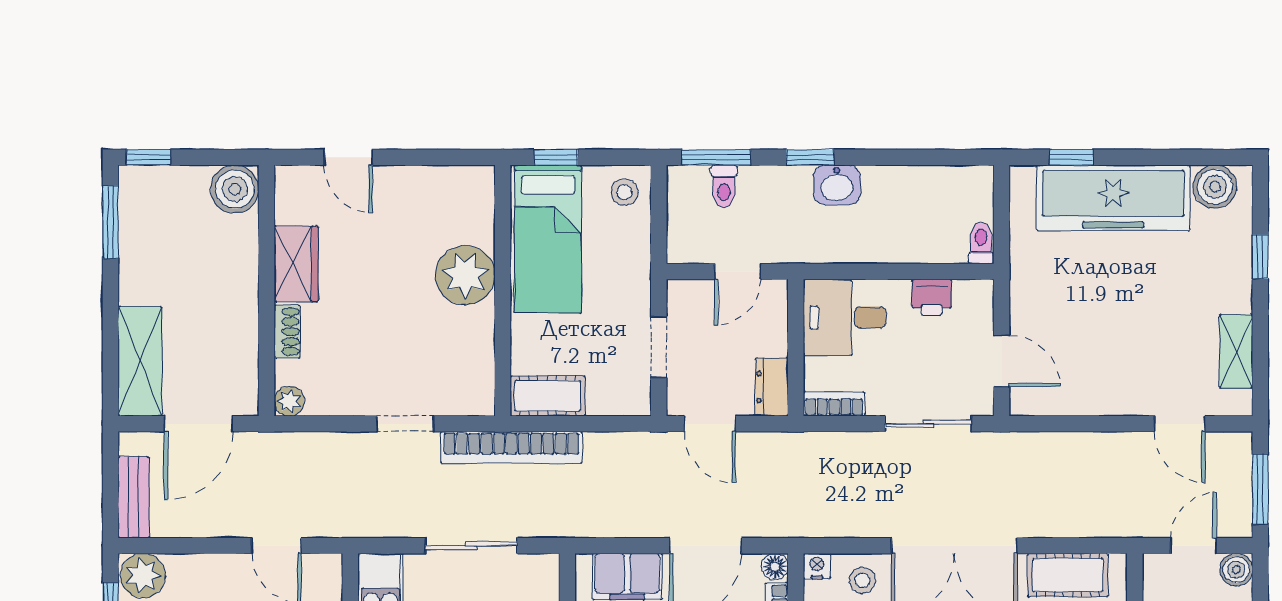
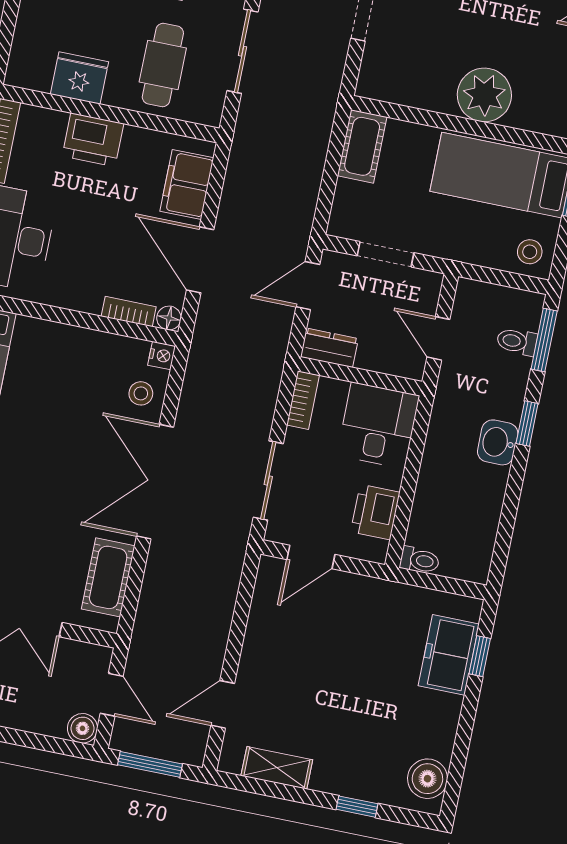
freezer: (1113, 198) -> (449, 655), width x0.52, depth x0.79
printer: (932, 297) -> (375, 512), width x1.36, depth x1.24
bookcase: (511, 447) -> (323, 105), removed

